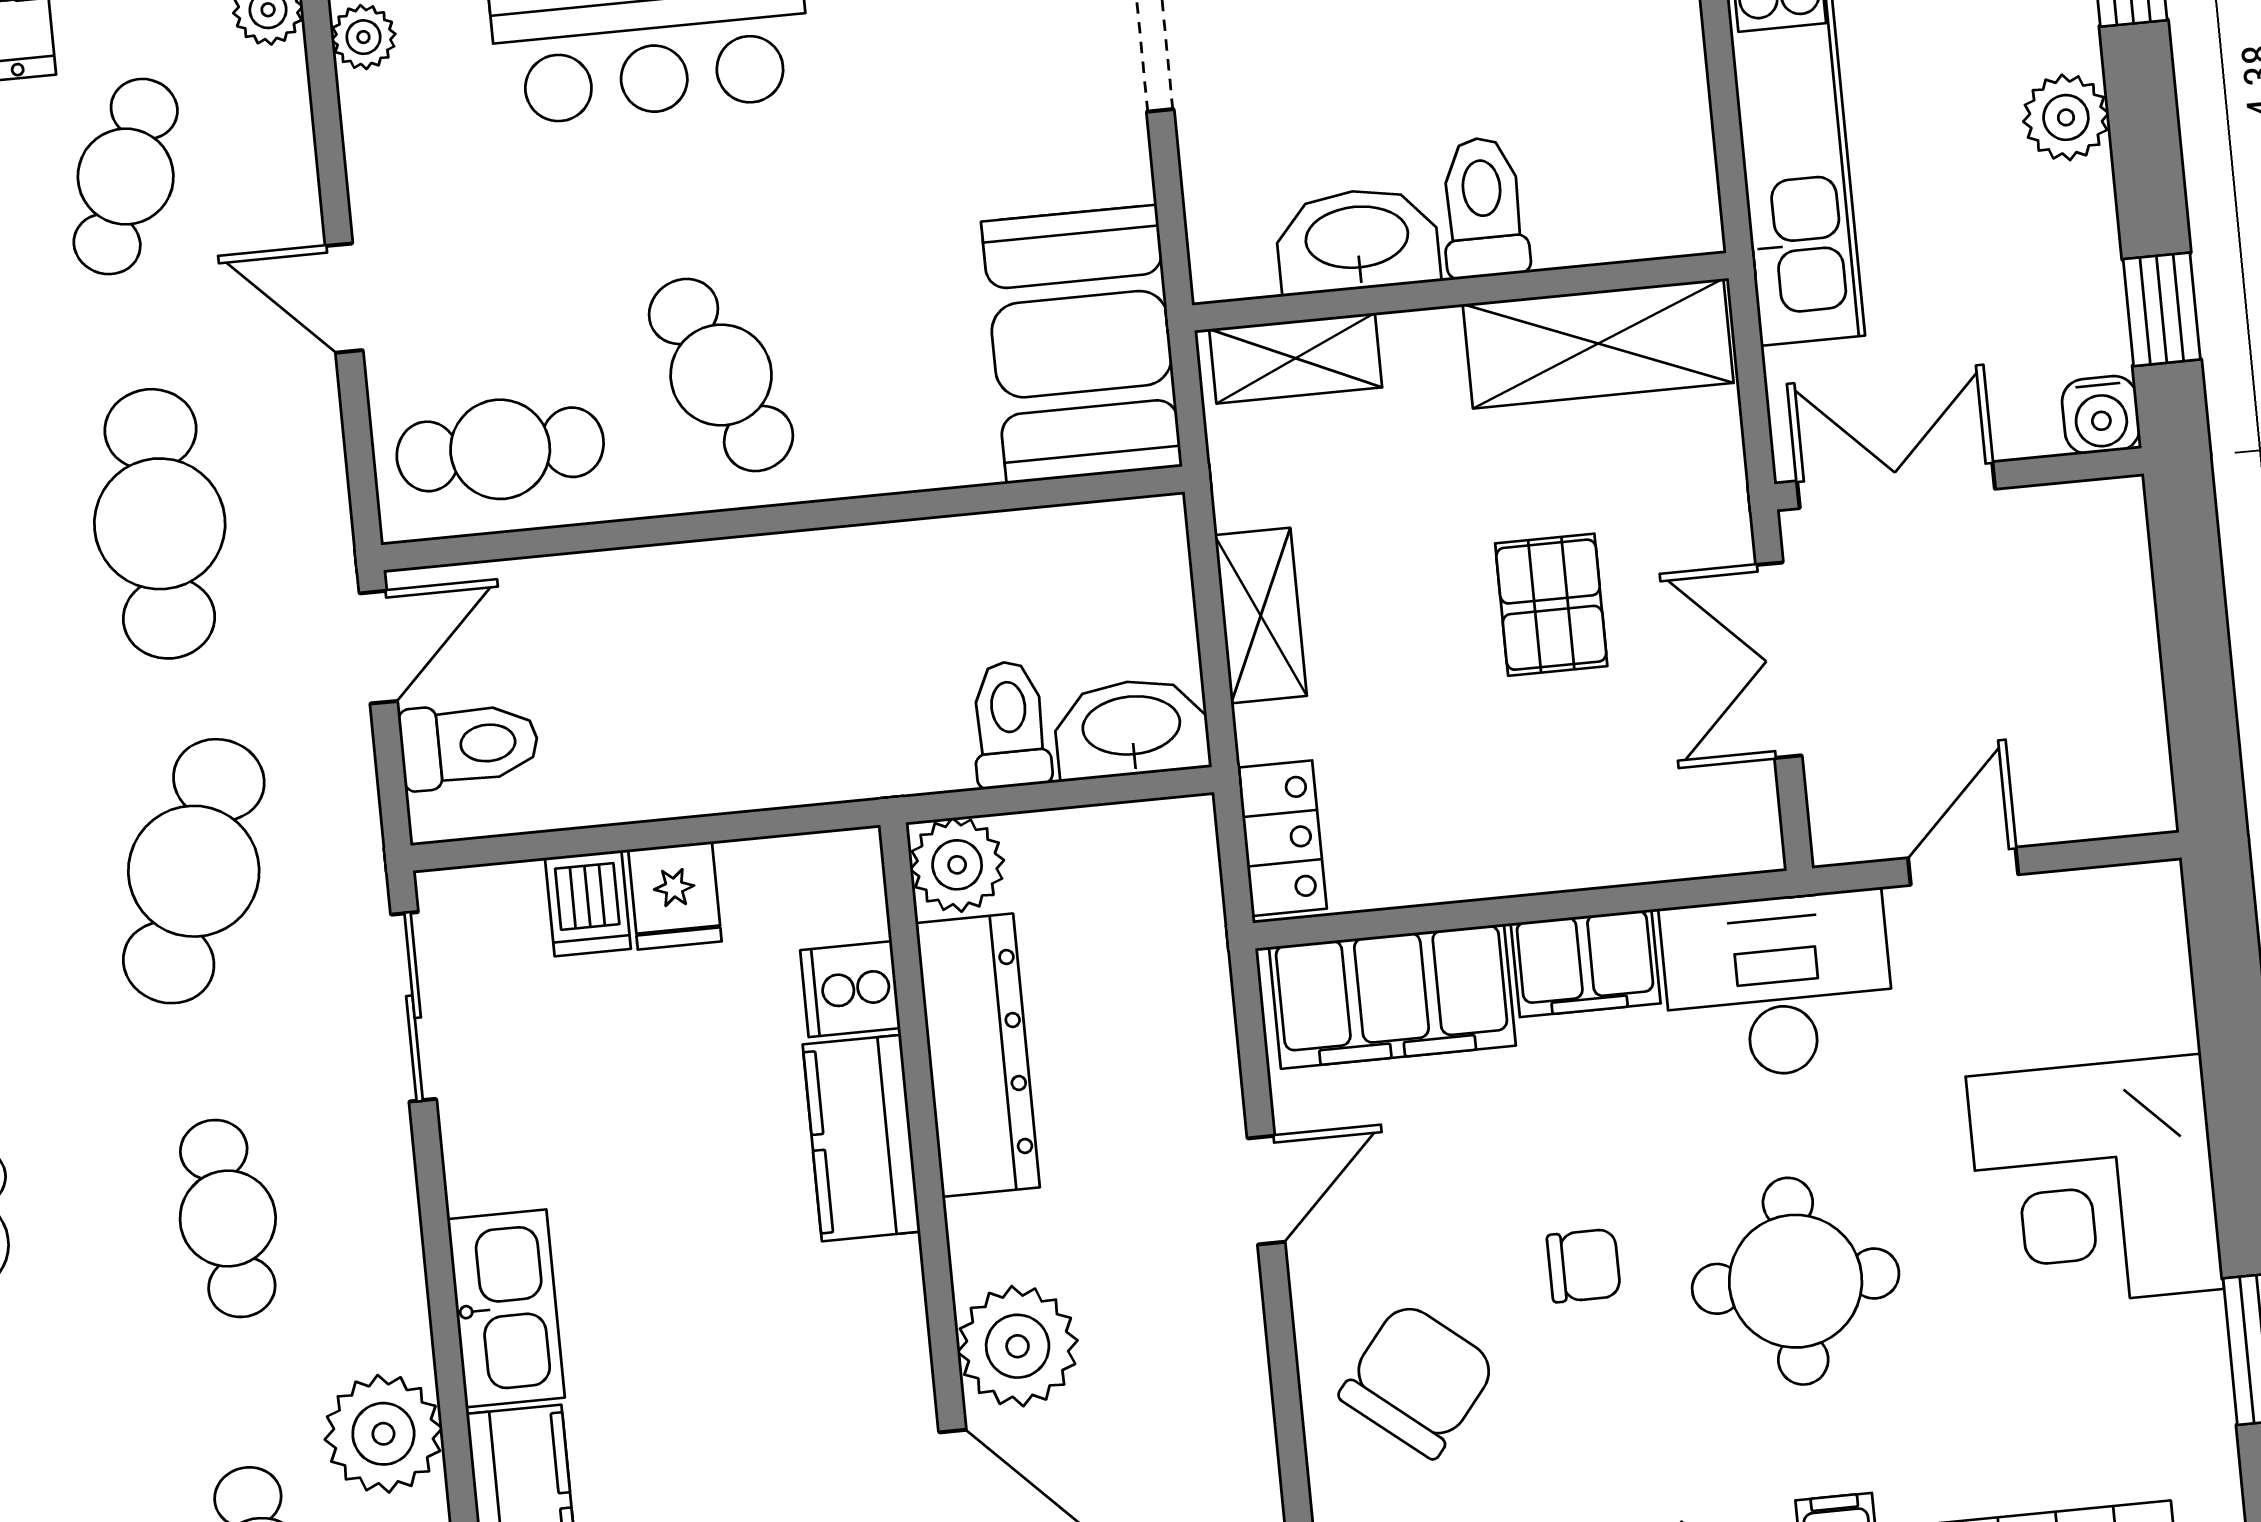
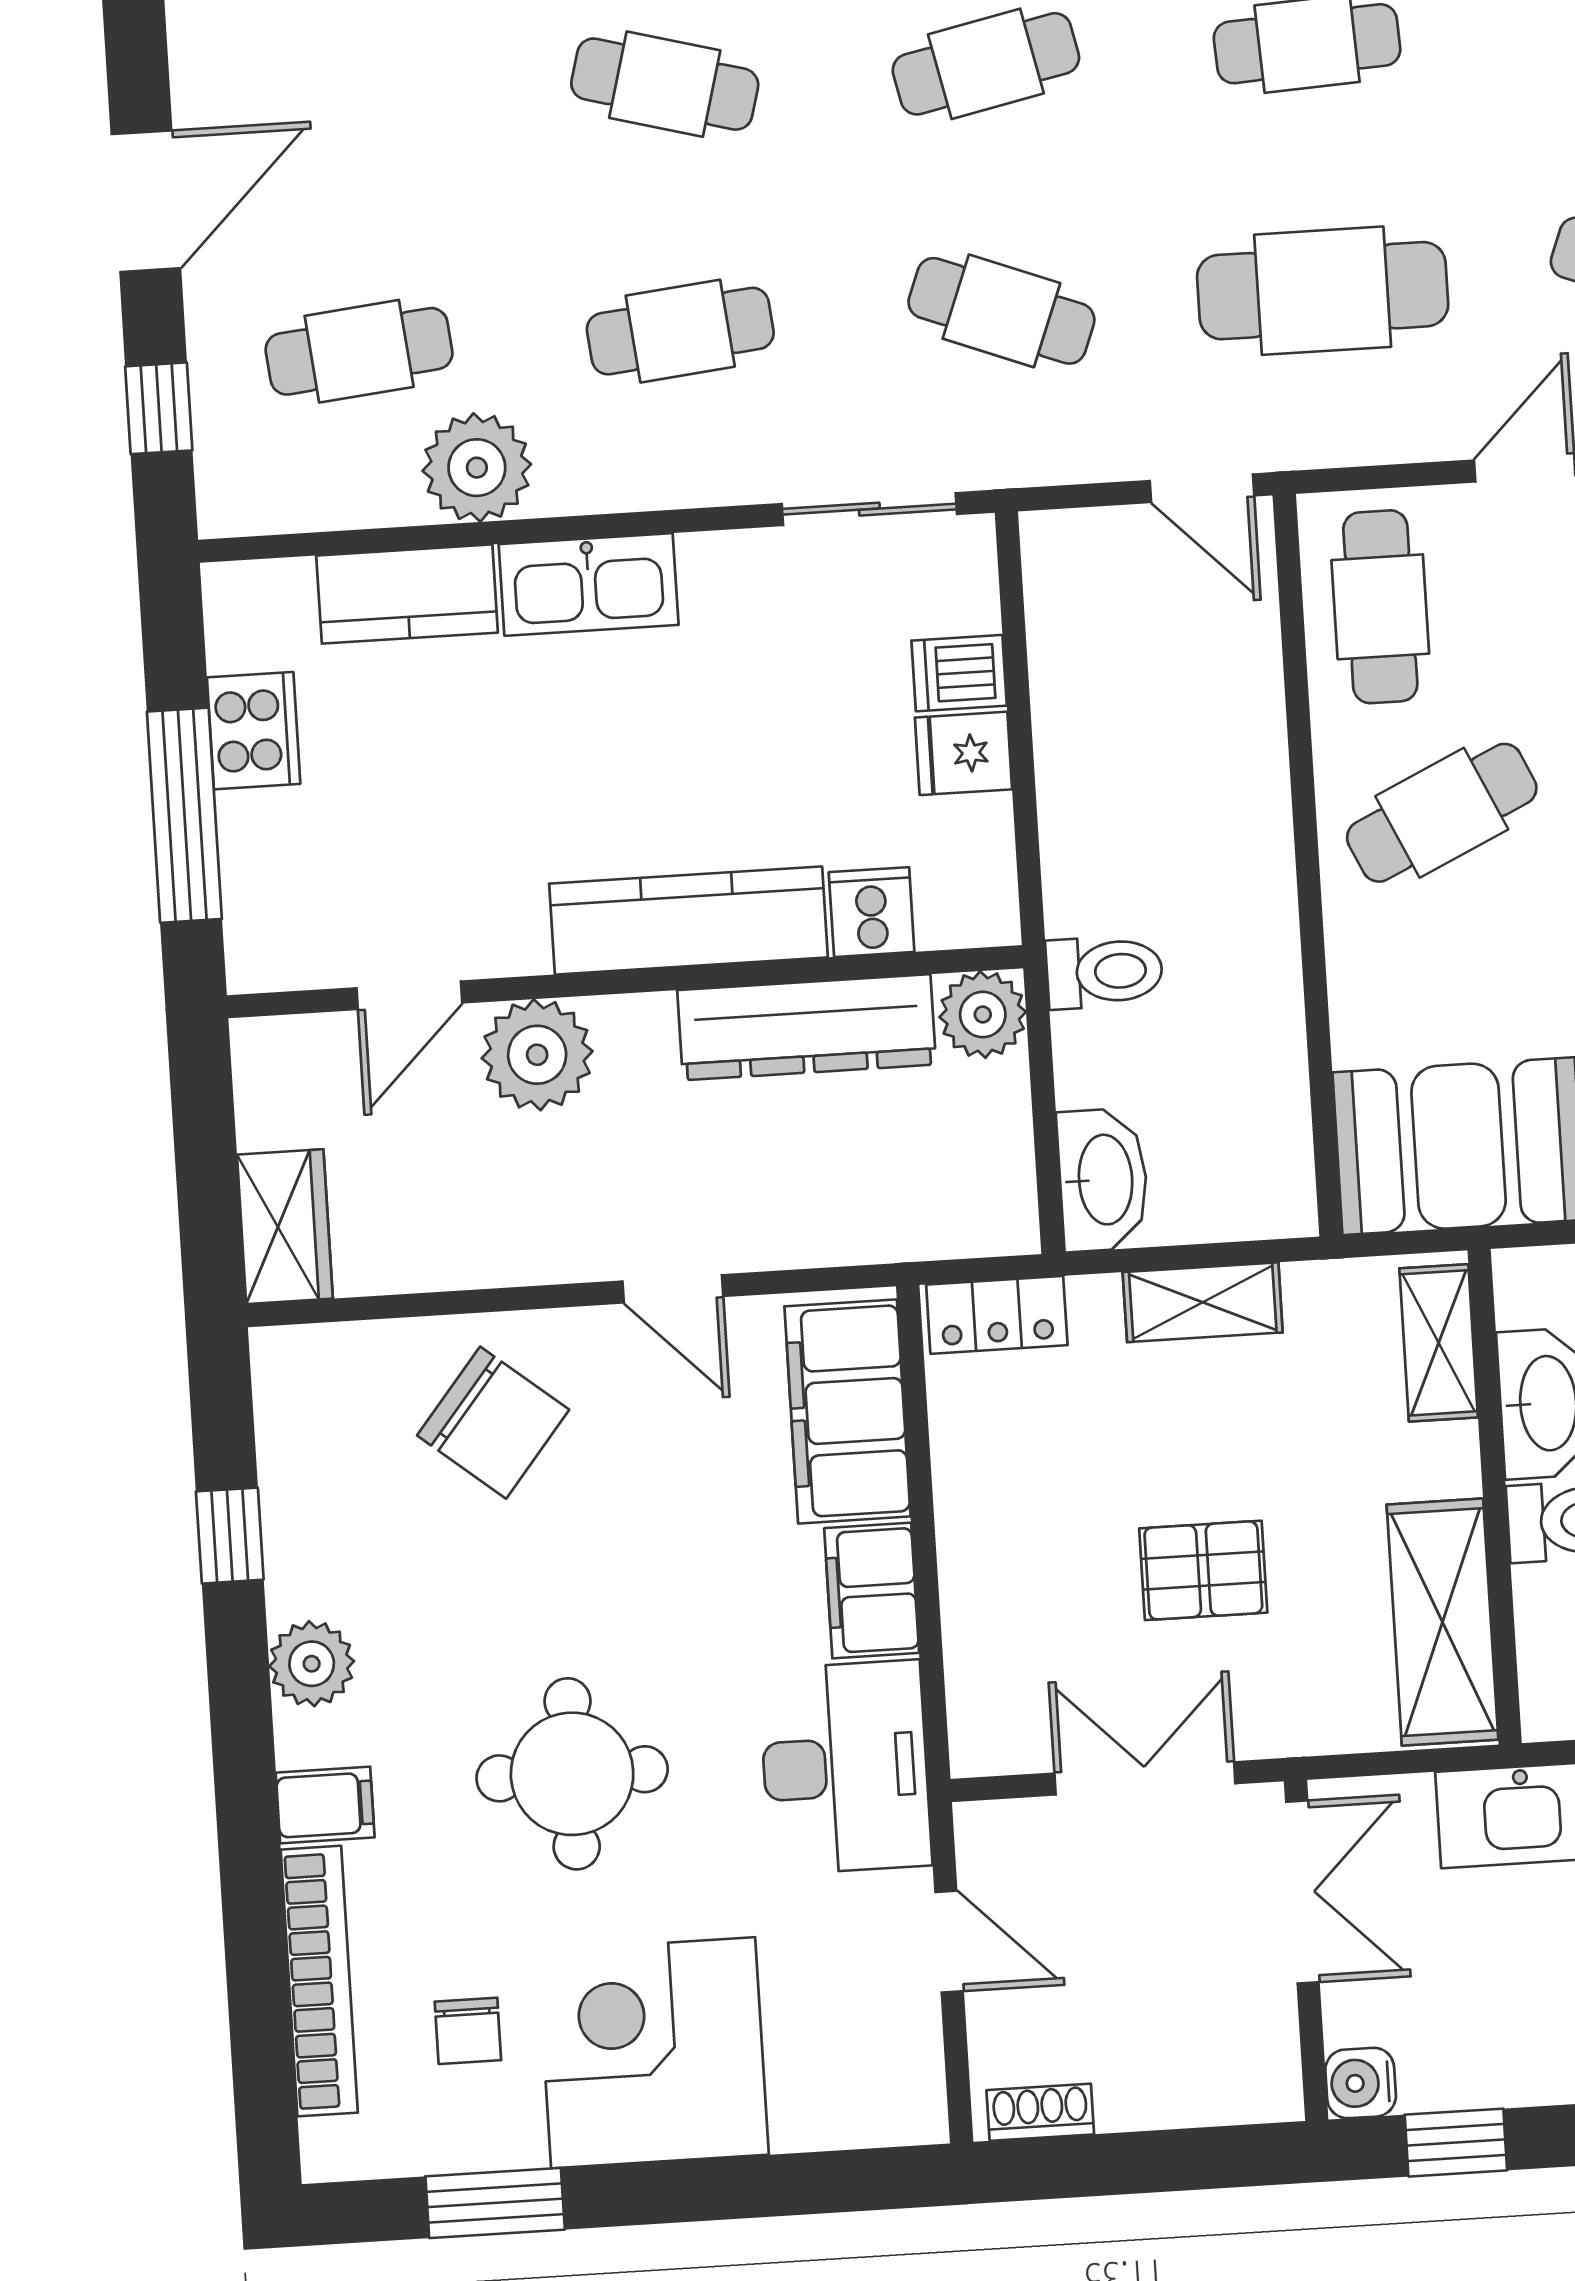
toilet: (1010, 724) -> (1104, 972), moved
toilet: (469, 745) -> (1109, 569), removed
shoe rack: (2145, 761) -> (1040, 2112), added
cafe table: (194, 871) -> (1001, 311), width x0.73, depth x0.74
kitchen counter: (861, 1138) -> (688, 920), width x1.50
chair: (1584, 1266) -> (468, 2031), moved

